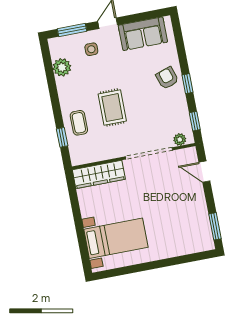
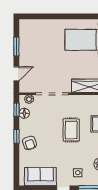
floor lamp: (183, 118) -> (24, 113), added
door: (204, 172) -> (16, 74), hinge flipped
window: (215, 226) -> (16, 46), moved

